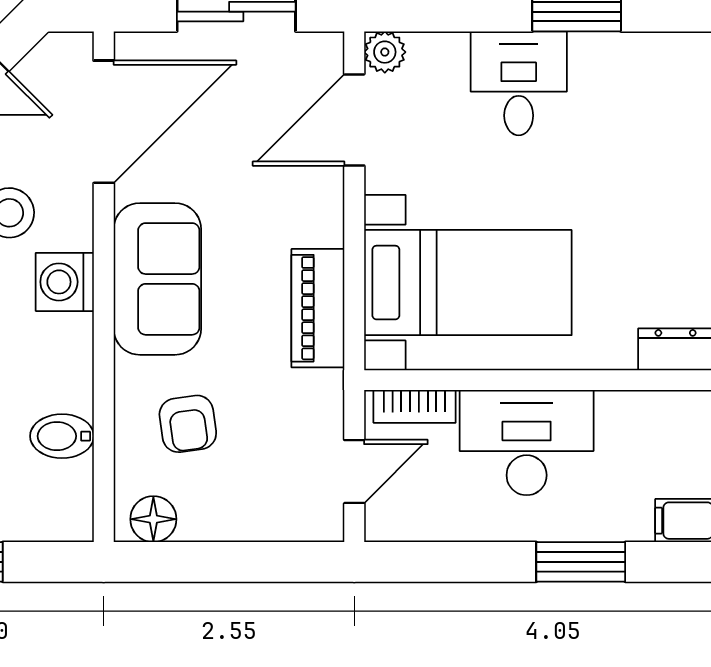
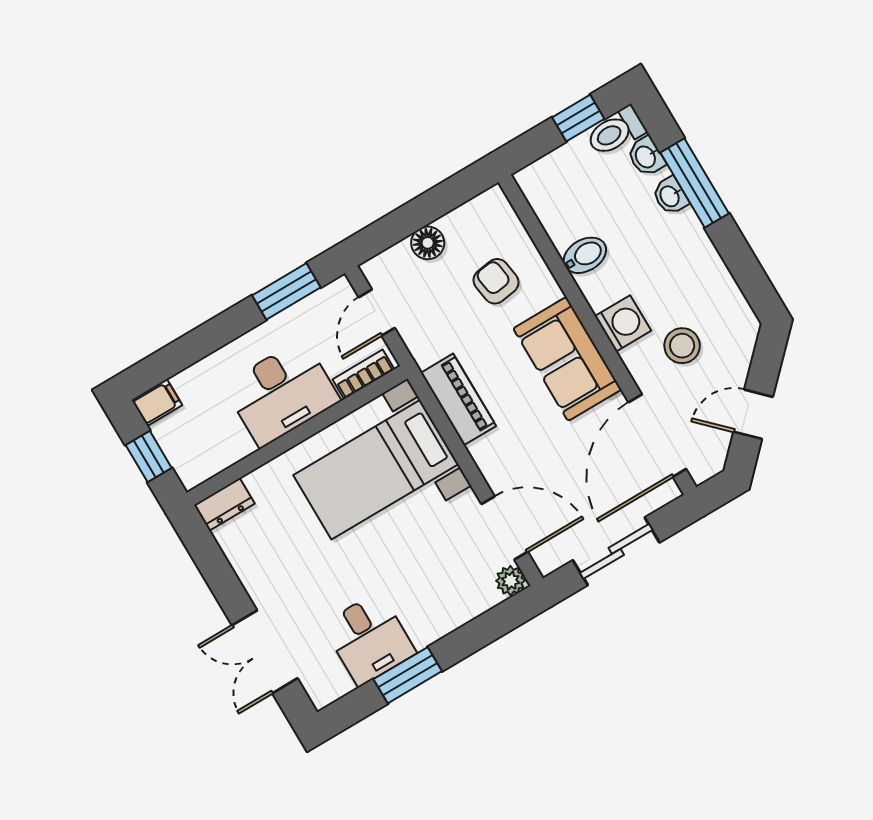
desk: (519, 83) -> (369, 639), moved
door: (354, 120) -> (505, 528), hinge flipped
bidet: (62, 436) -> (585, 255), moved
floor lamp: (153, 519) -> (428, 243), moved
window: (581, 562) -> (286, 291), moved

